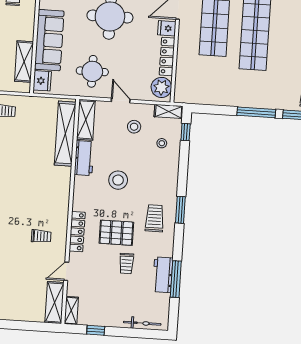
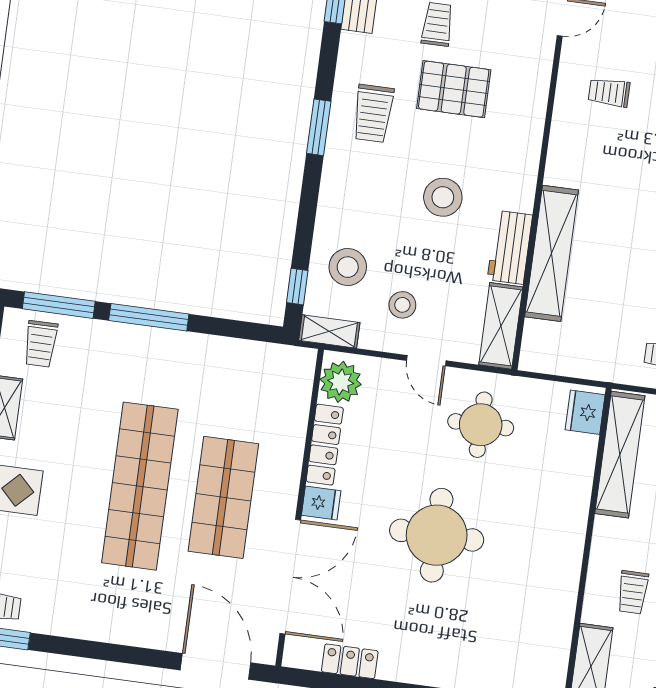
sofa: (49, 40) -> (565, 495), removed
shelving: (24, 61) -> (620, 455), width x1.47
shelving: (65, 134) -> (552, 253), moved
stool: (162, 143) -> (348, 267), width x1.89, depth x1.89
locker: (77, 232) -> (534, 97), removed

